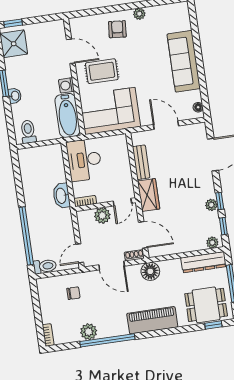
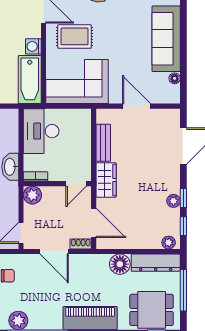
floor lamp: (198, 107) -> (175, 78), moved
plant: (102, 216) -> (32, 195), moved
floor lamp: (150, 271) -> (120, 264), moved

